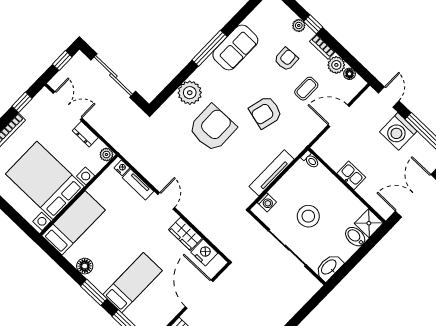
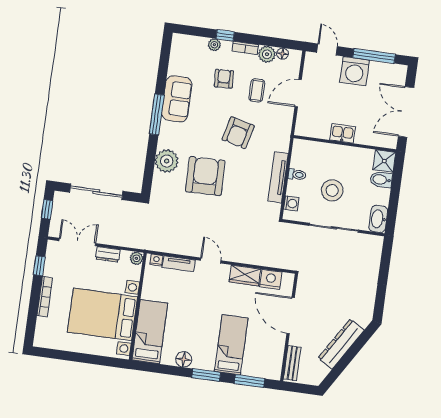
toilet: (310, 160) -> (297, 175), moved

